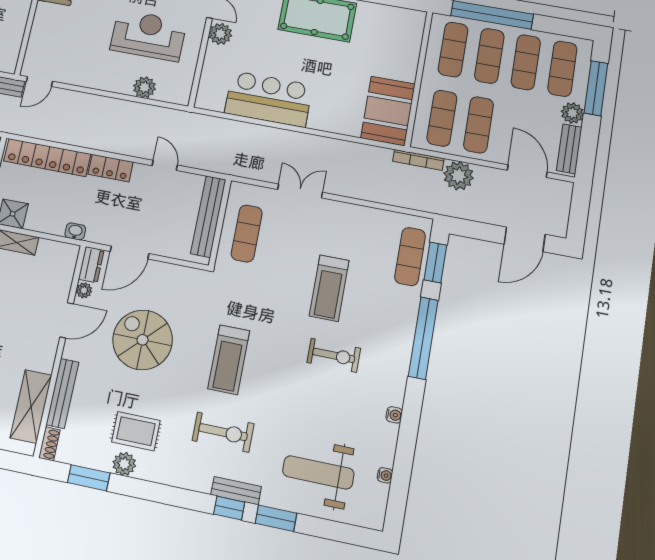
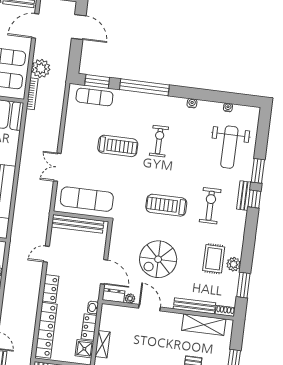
locker: (45, 223) -> (89, 327), added
exercise mat: (247, 233) -> (87, 199), width x1.36, depth x1.45
treadmill: (229, 360) -> (166, 205), turned 180

